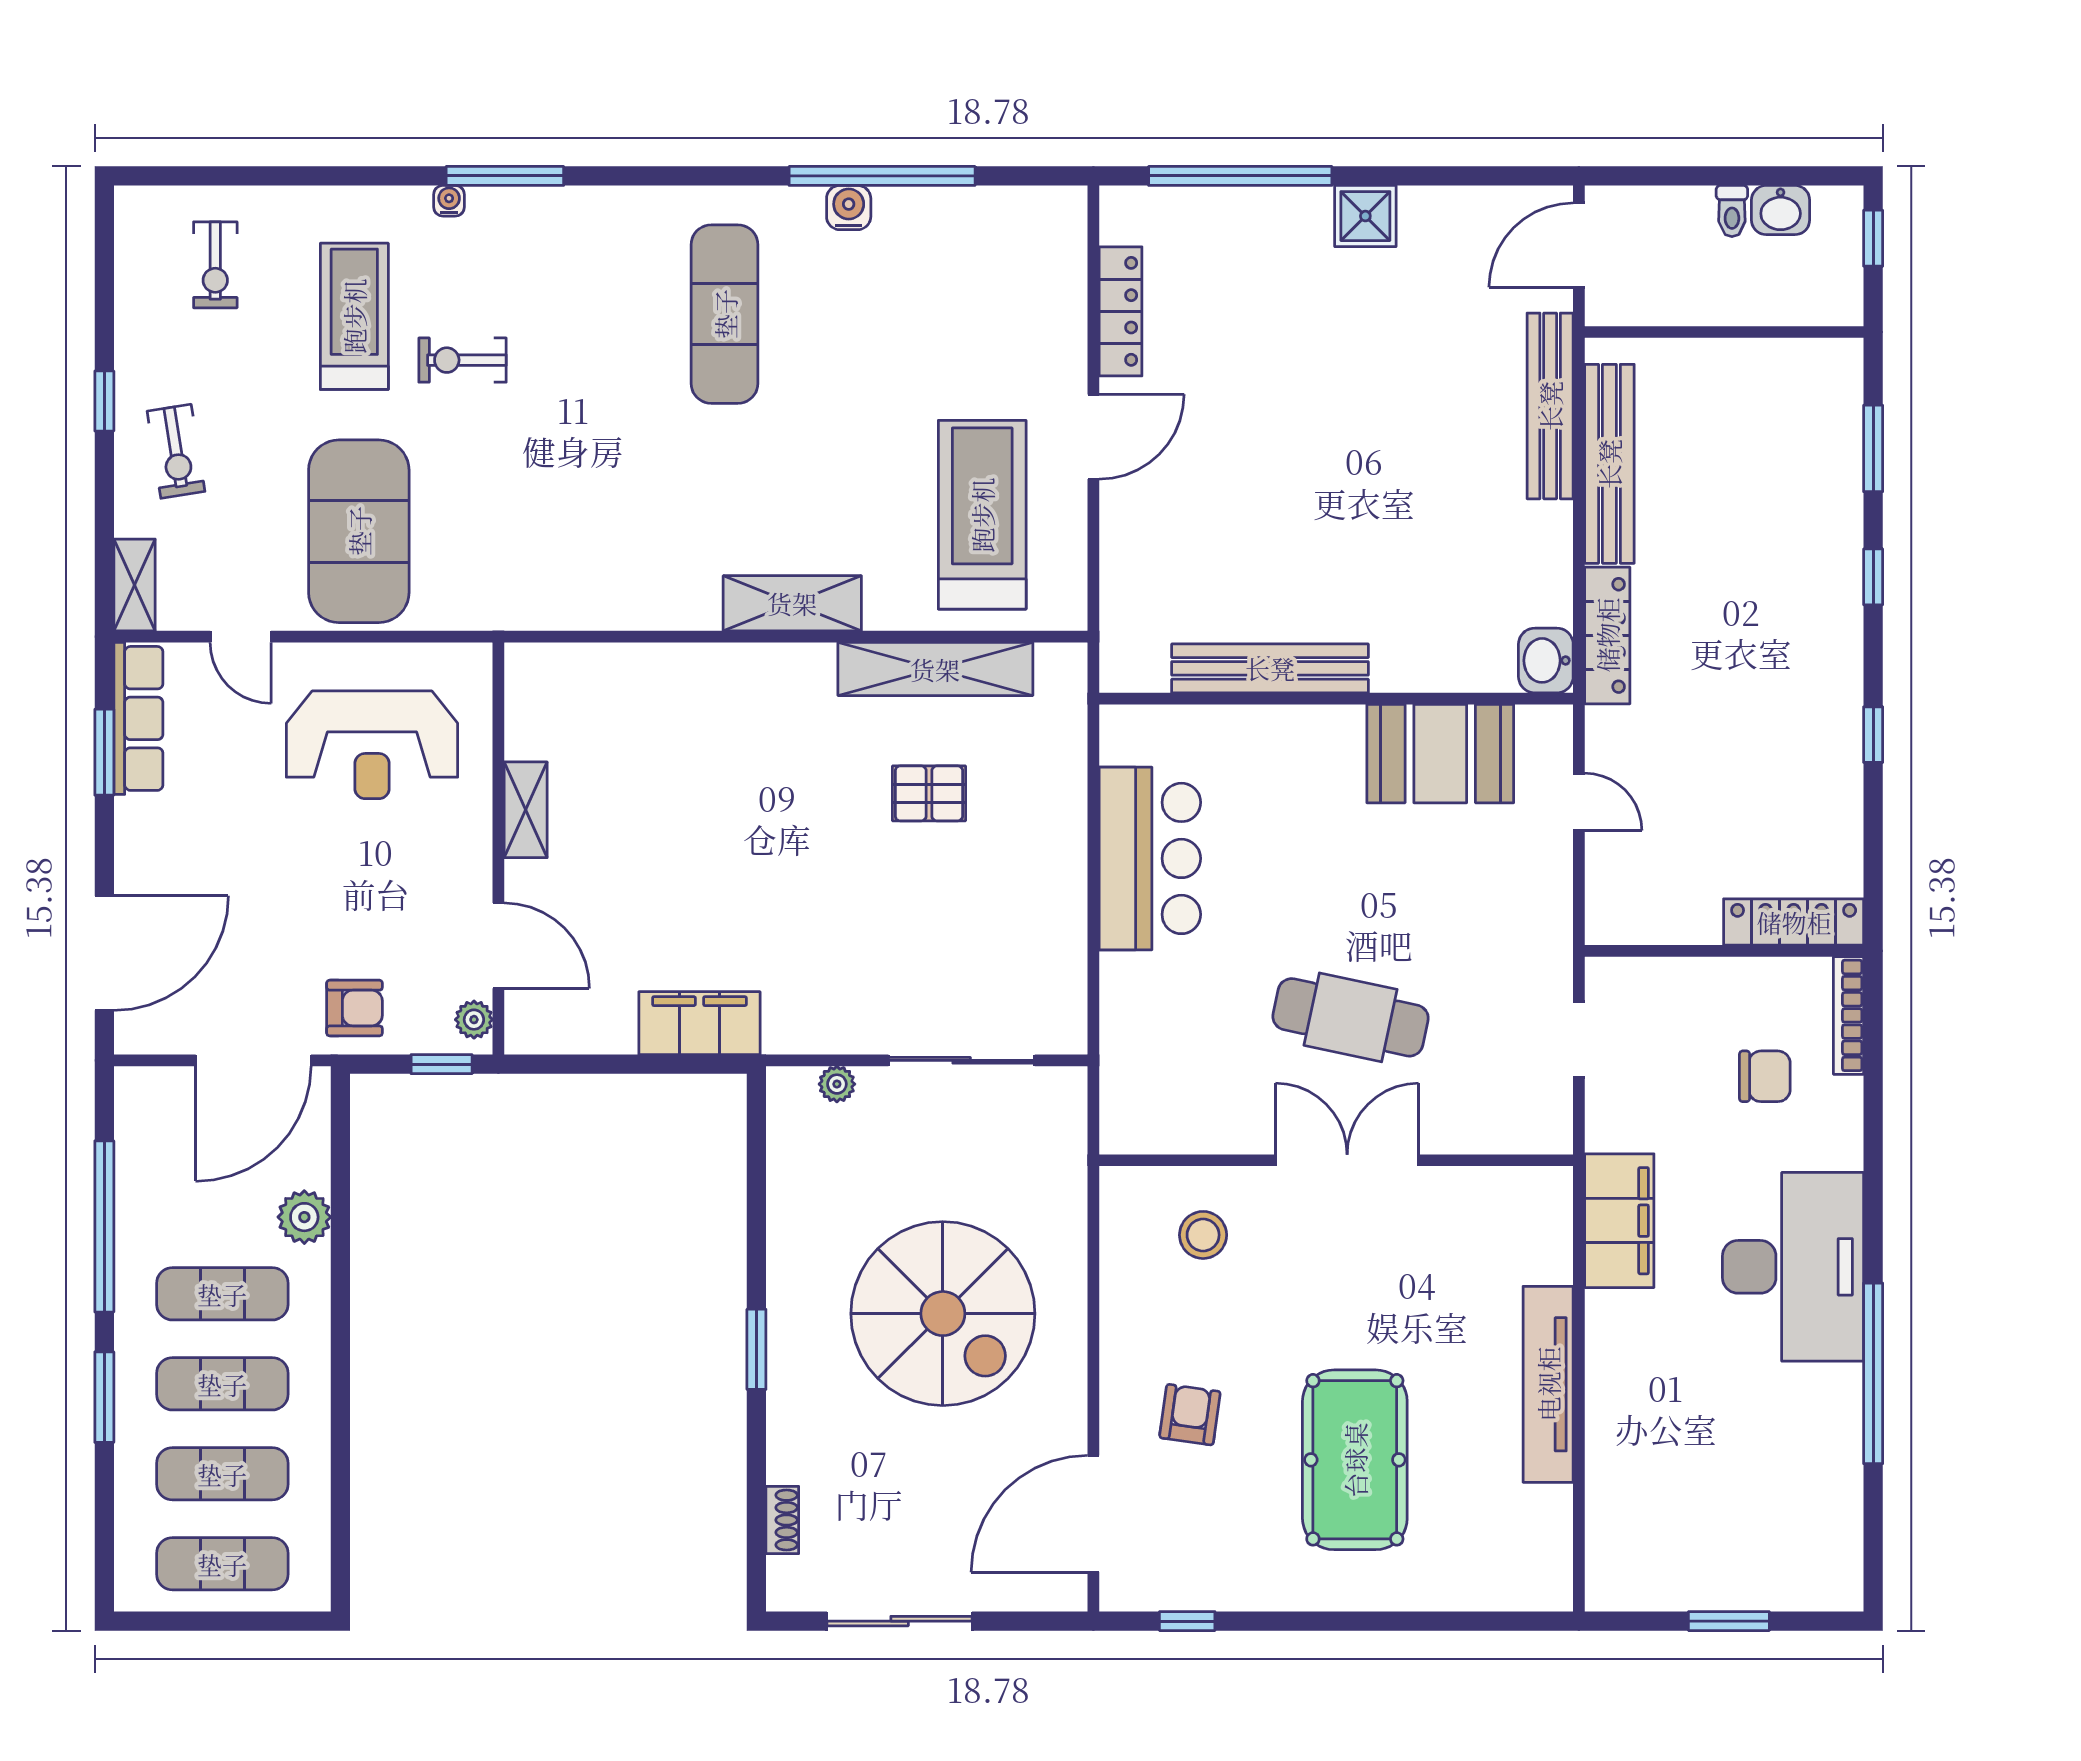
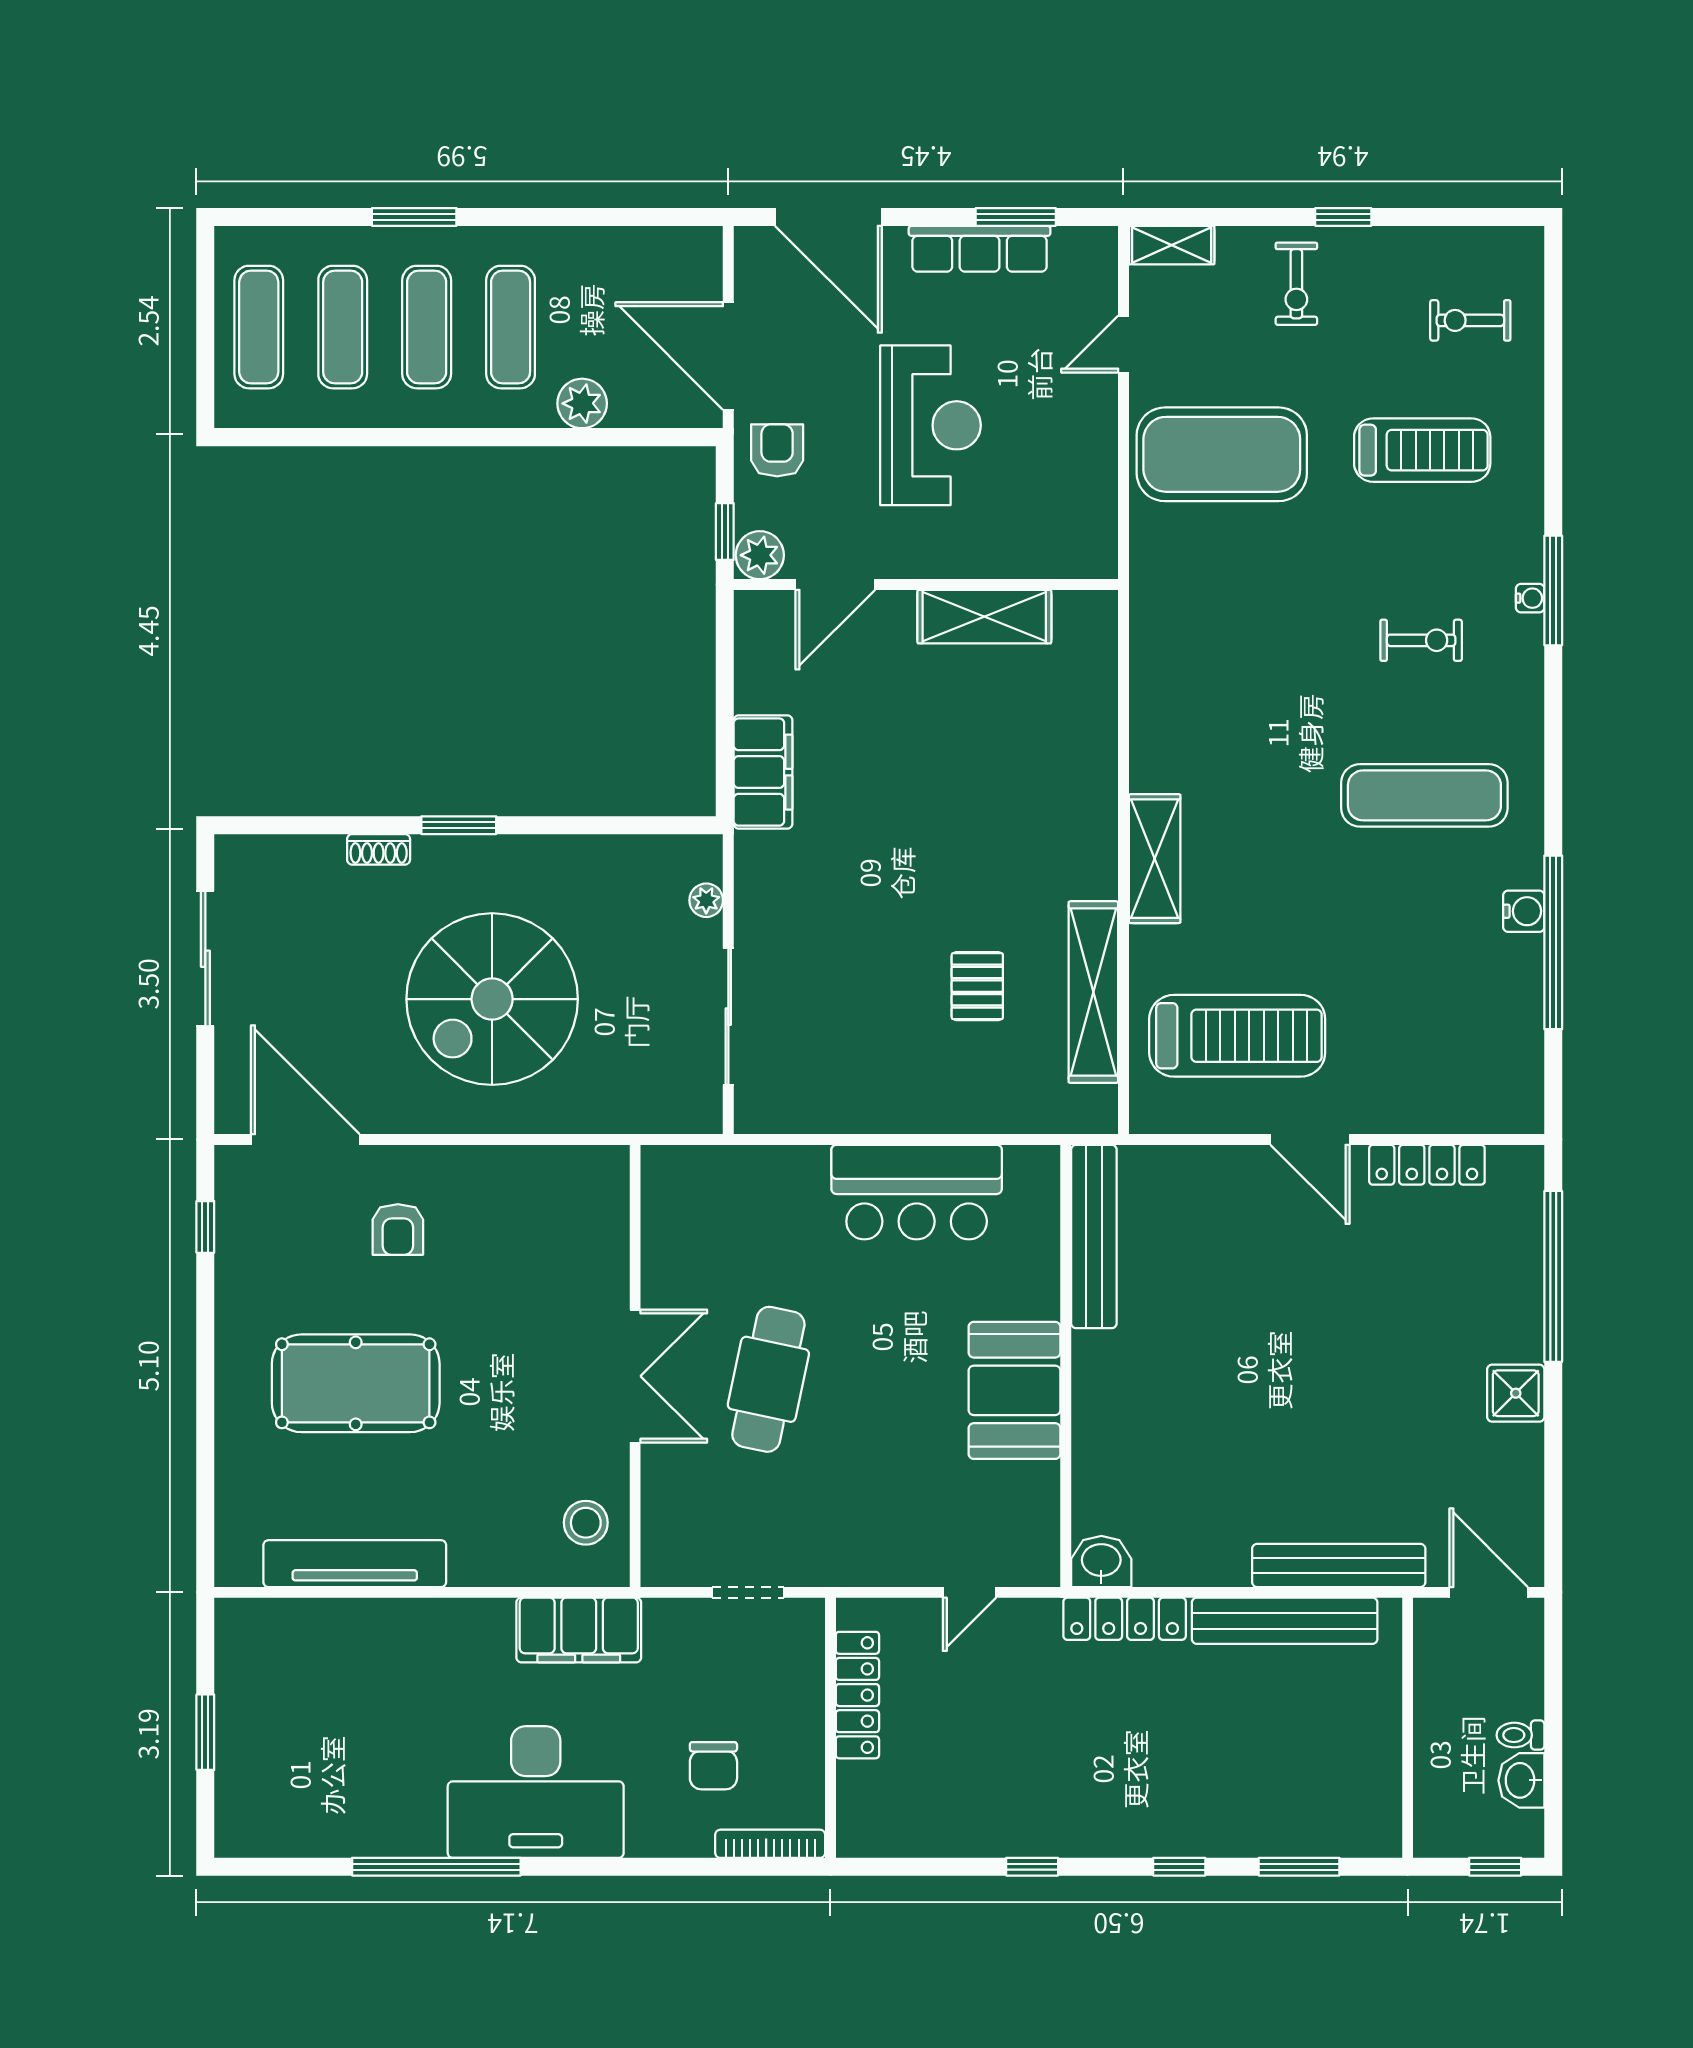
water cooler: (449, 201) -> (1530, 598), moved
exercise bike: (463, 360) -> (1421, 640), moved, turned 90
exercise bike: (176, 451) -> (1296, 284), turned -81
bench: (1270, 668) -> (1094, 1237), moved
row of seats: (138, 718) -> (980, 249), moved
reception desk: (372, 745) -> (931, 425), moved, turned 180
booth: (1440, 754) -> (1014, 1390), moved
shelving: (526, 810) -> (984, 617), width x1.50, depth x1.33
locker: (1794, 922) -> (857, 1695), moved
armchair: (355, 1008) -> (777, 450), turned 180
plant: (474, 1020) -> (760, 555), width x1.38, depth x1.38
window: (104, 1226) -> (573, 217), removed
stool: (1203, 1235) -> (586, 1523), moved
tv unit: (1548, 1384) -> (355, 1564), moved
armchair: (1190, 1415) -> (398, 1230), turned 82
shoe rack: (782, 1520) -> (379, 849), moved

